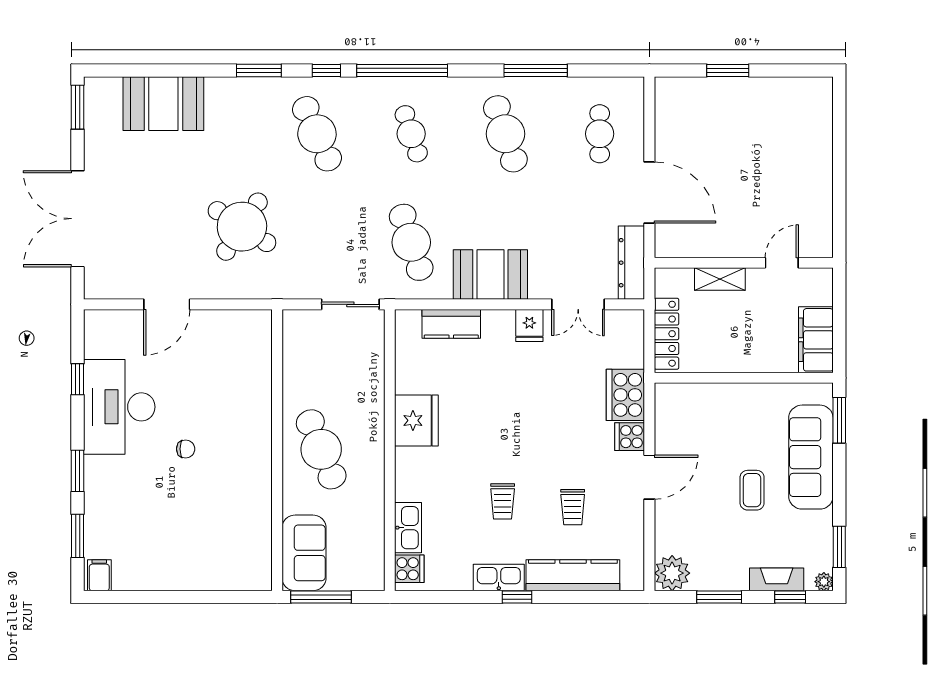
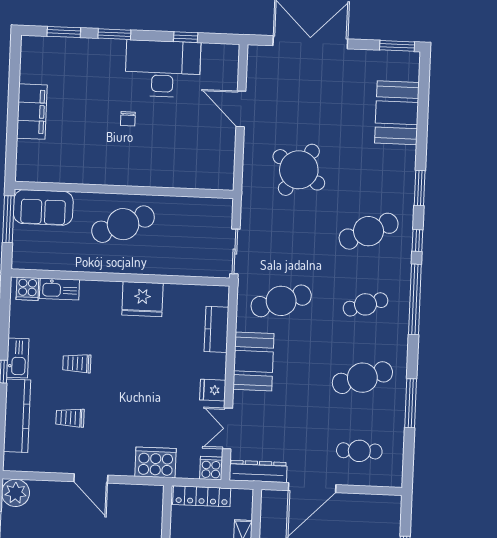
cooker: (630, 437) -> (211, 468), moved
filing cabinet: (99, 575) -> (32, 112), moved, width x3.00, depth x1.17

